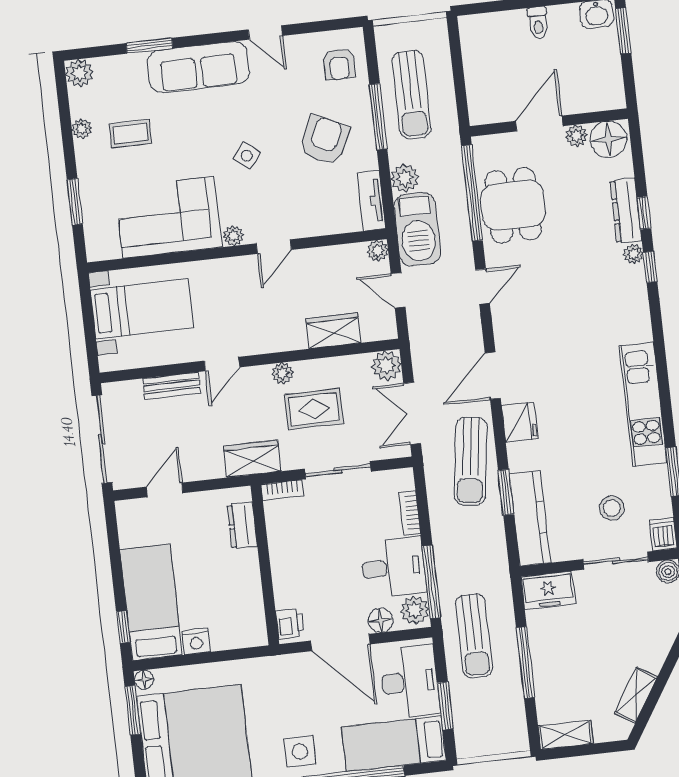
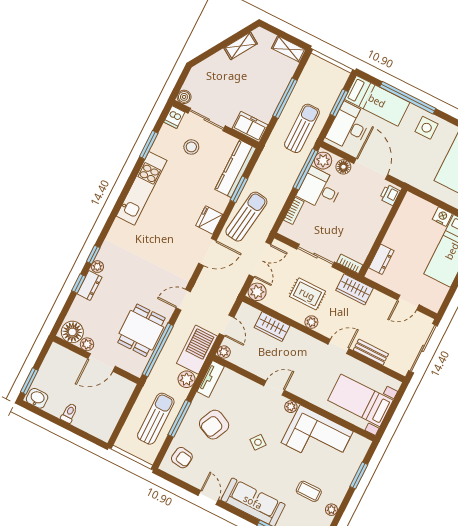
armchair: (339, 64) -> (182, 458), turned 99
dresser: (626, 211) -> (89, 286), width x0.70

